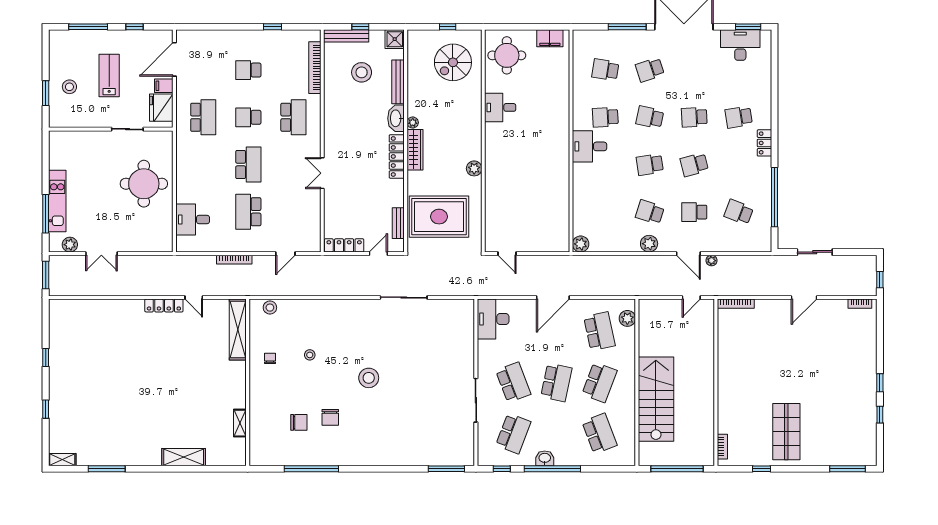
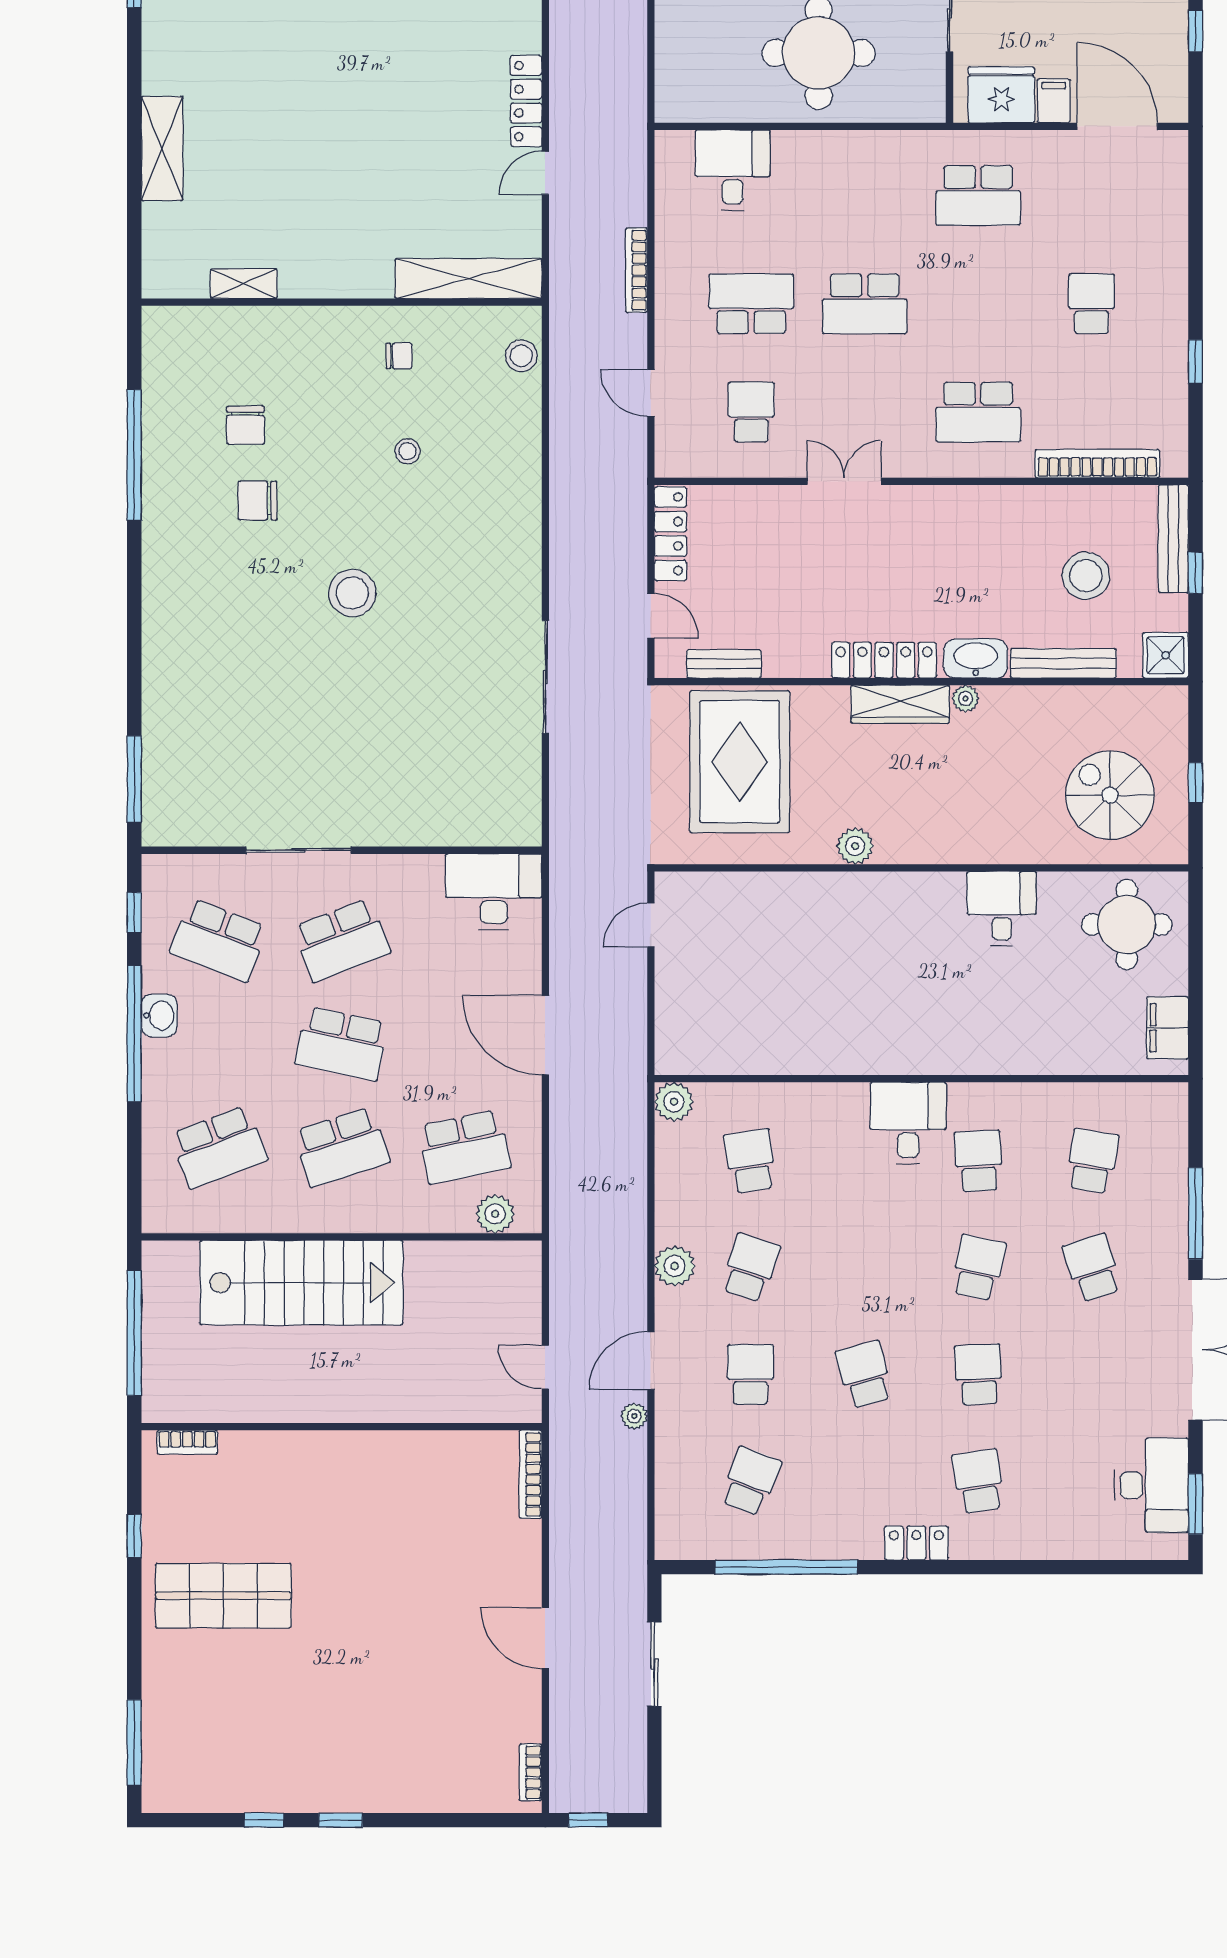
school desk: (248, 117) -> (751, 412), moved
school desk: (650, 165) -> (750, 1161), moved
school desk: (599, 382) -> (342, 1147), turned -39

